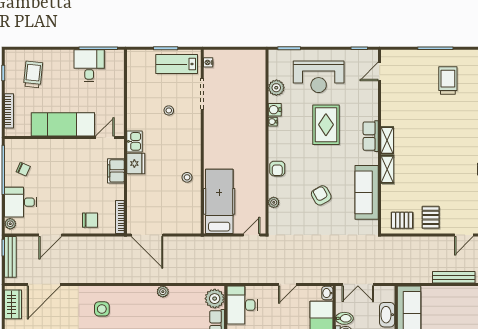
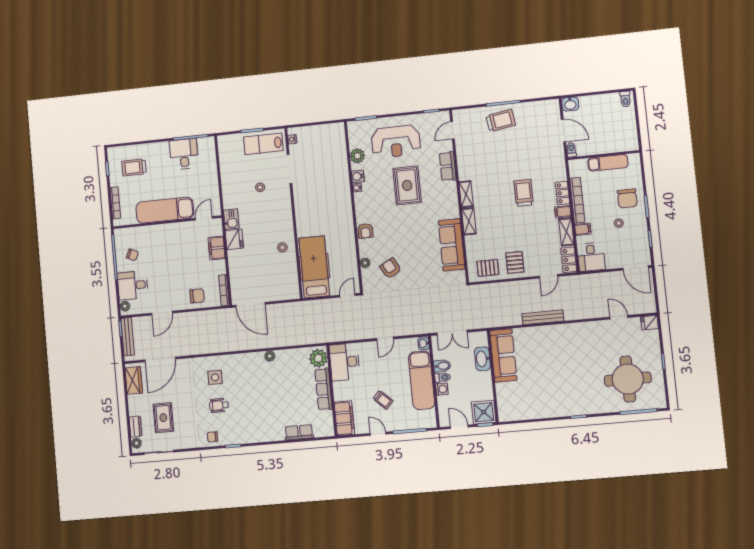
trolley: (33, 74) -> (134, 167), turned -96
trolley: (448, 81) -> (501, 120), moved, turned 81
row of seats: (371, 136) -> (448, 166), moved
trolley: (447, 145) -> (524, 193), added
armchair: (321, 195) -> (391, 268), moved

